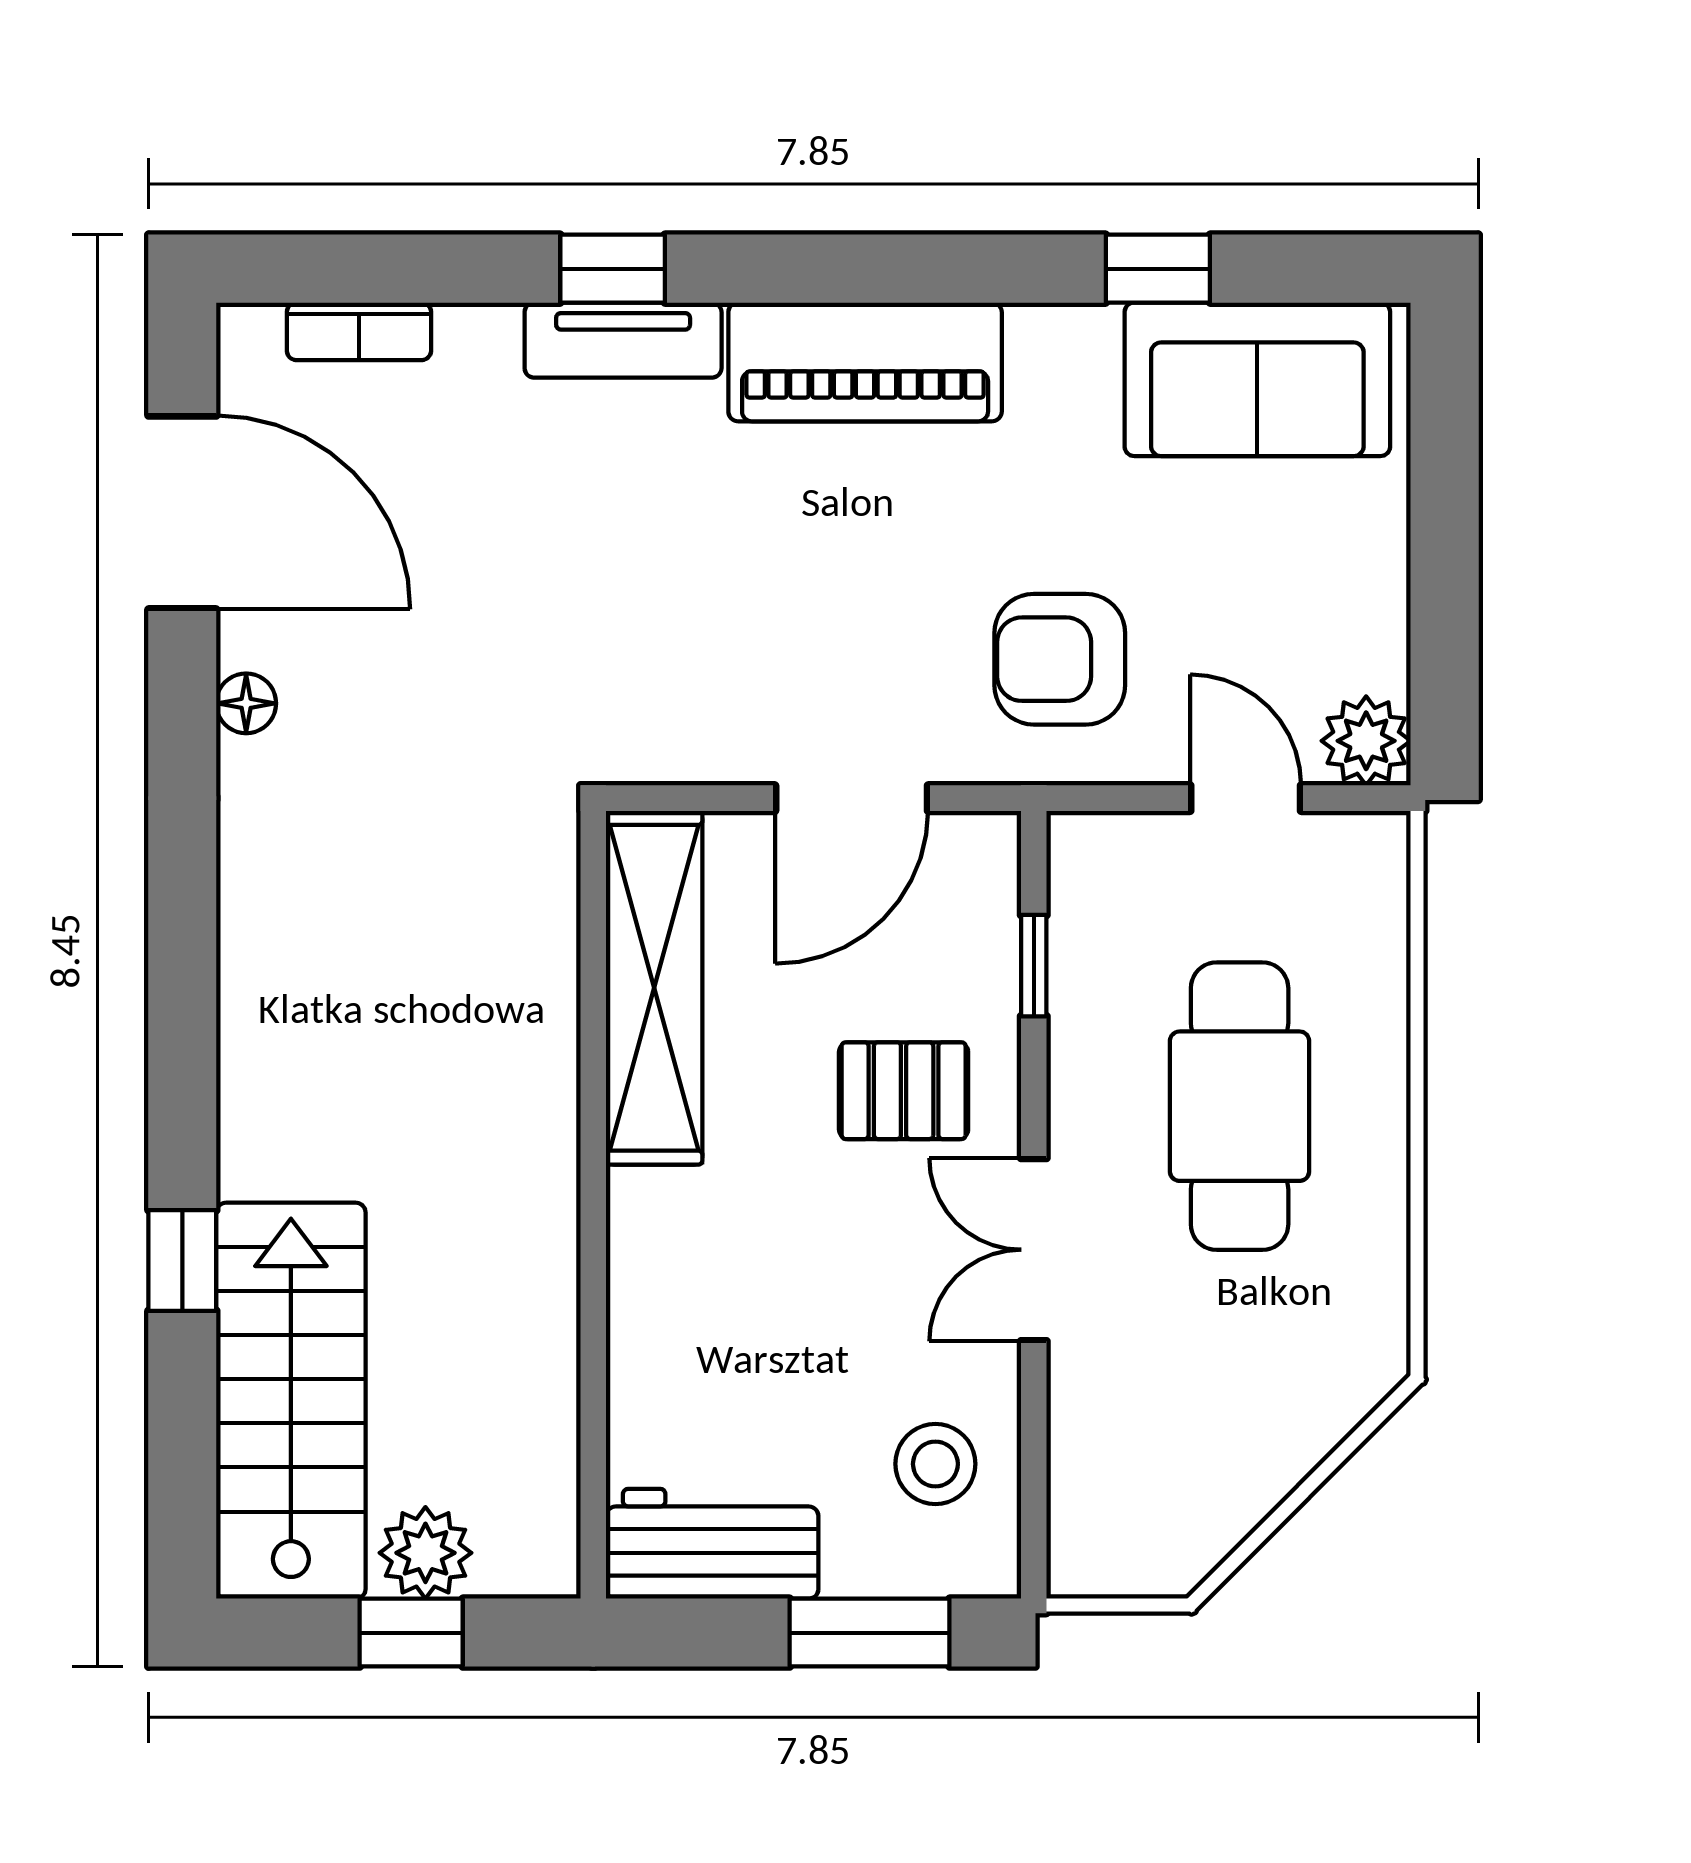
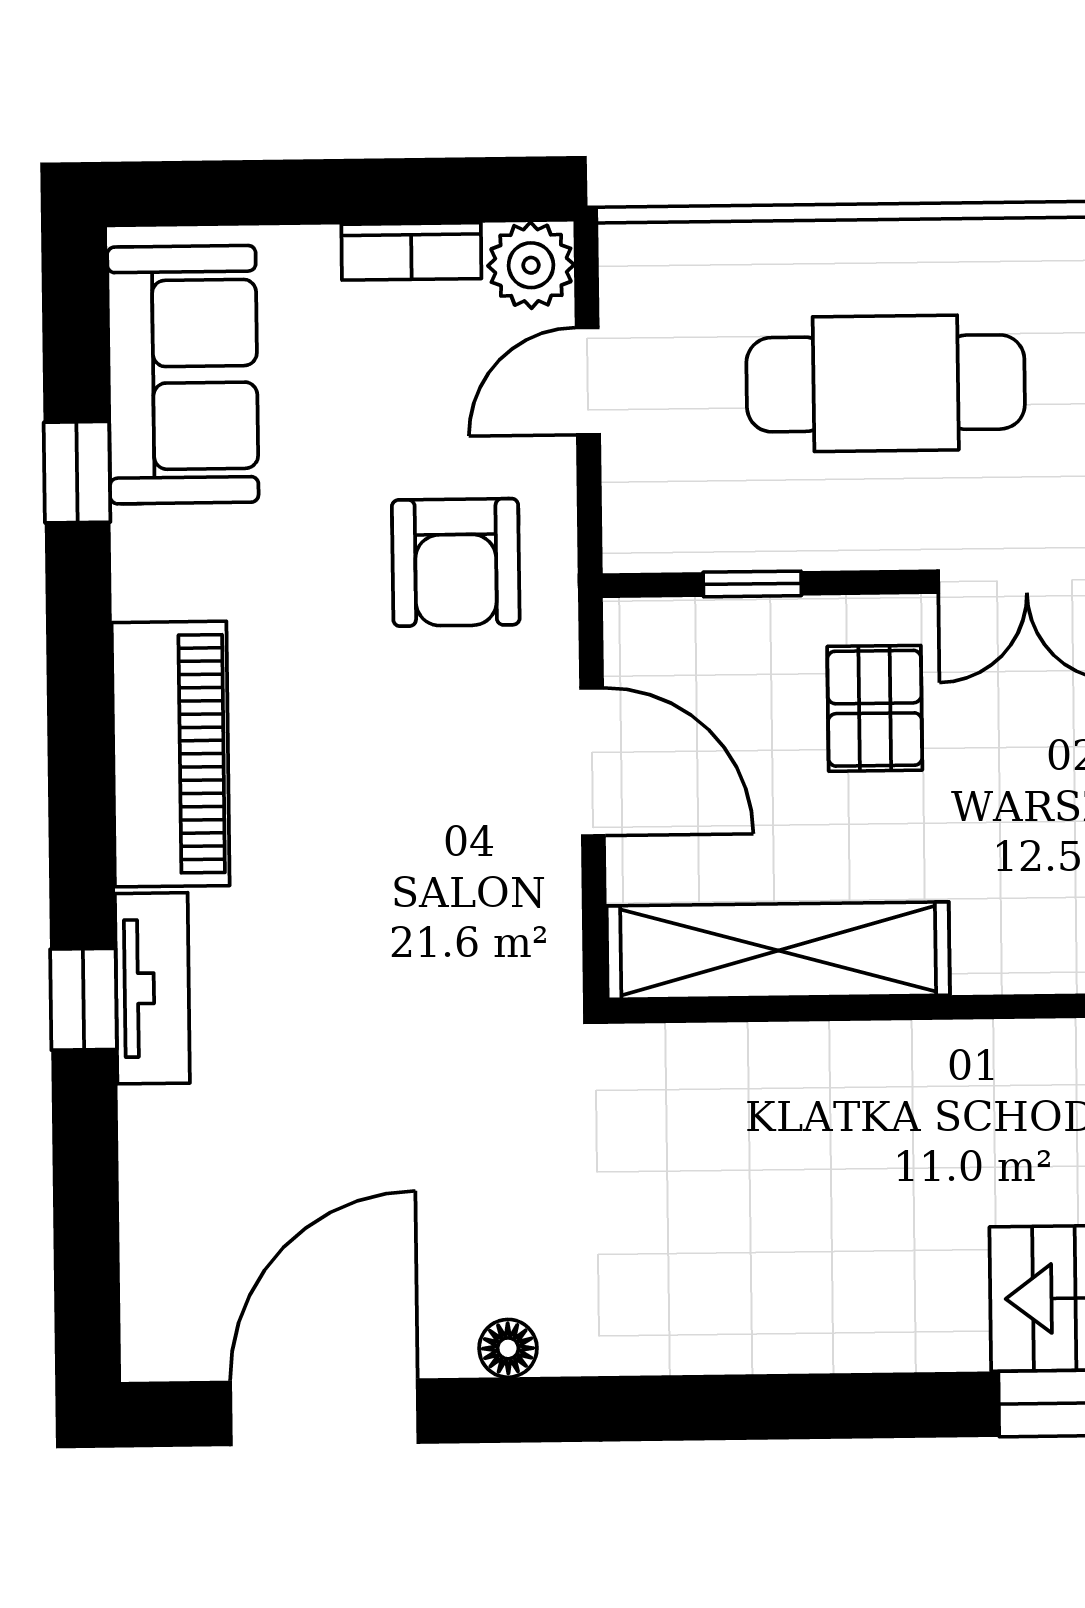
bookcase: (359, 331) -> (411, 251), moved, turned 90

